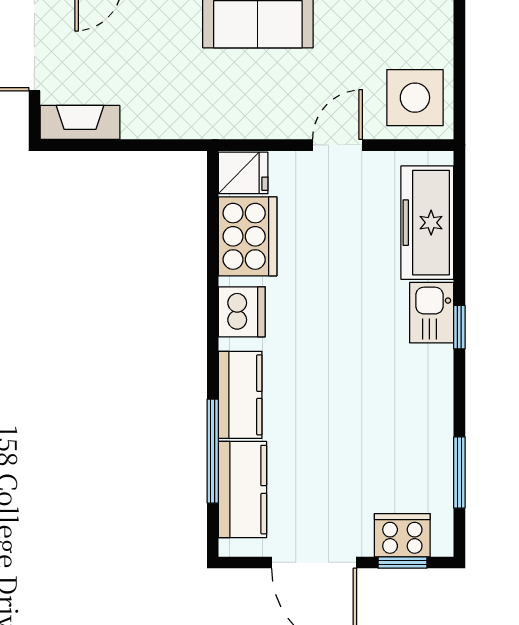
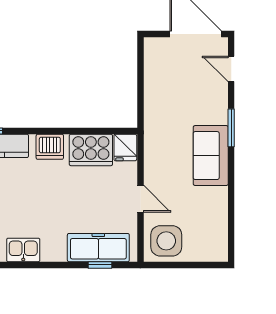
fireplace: (80, 122) -> (153, 59), removed
kitchen sink: (432, 313) -> (23, 250), moved
window: (459, 327) -> (100, 265), moved

